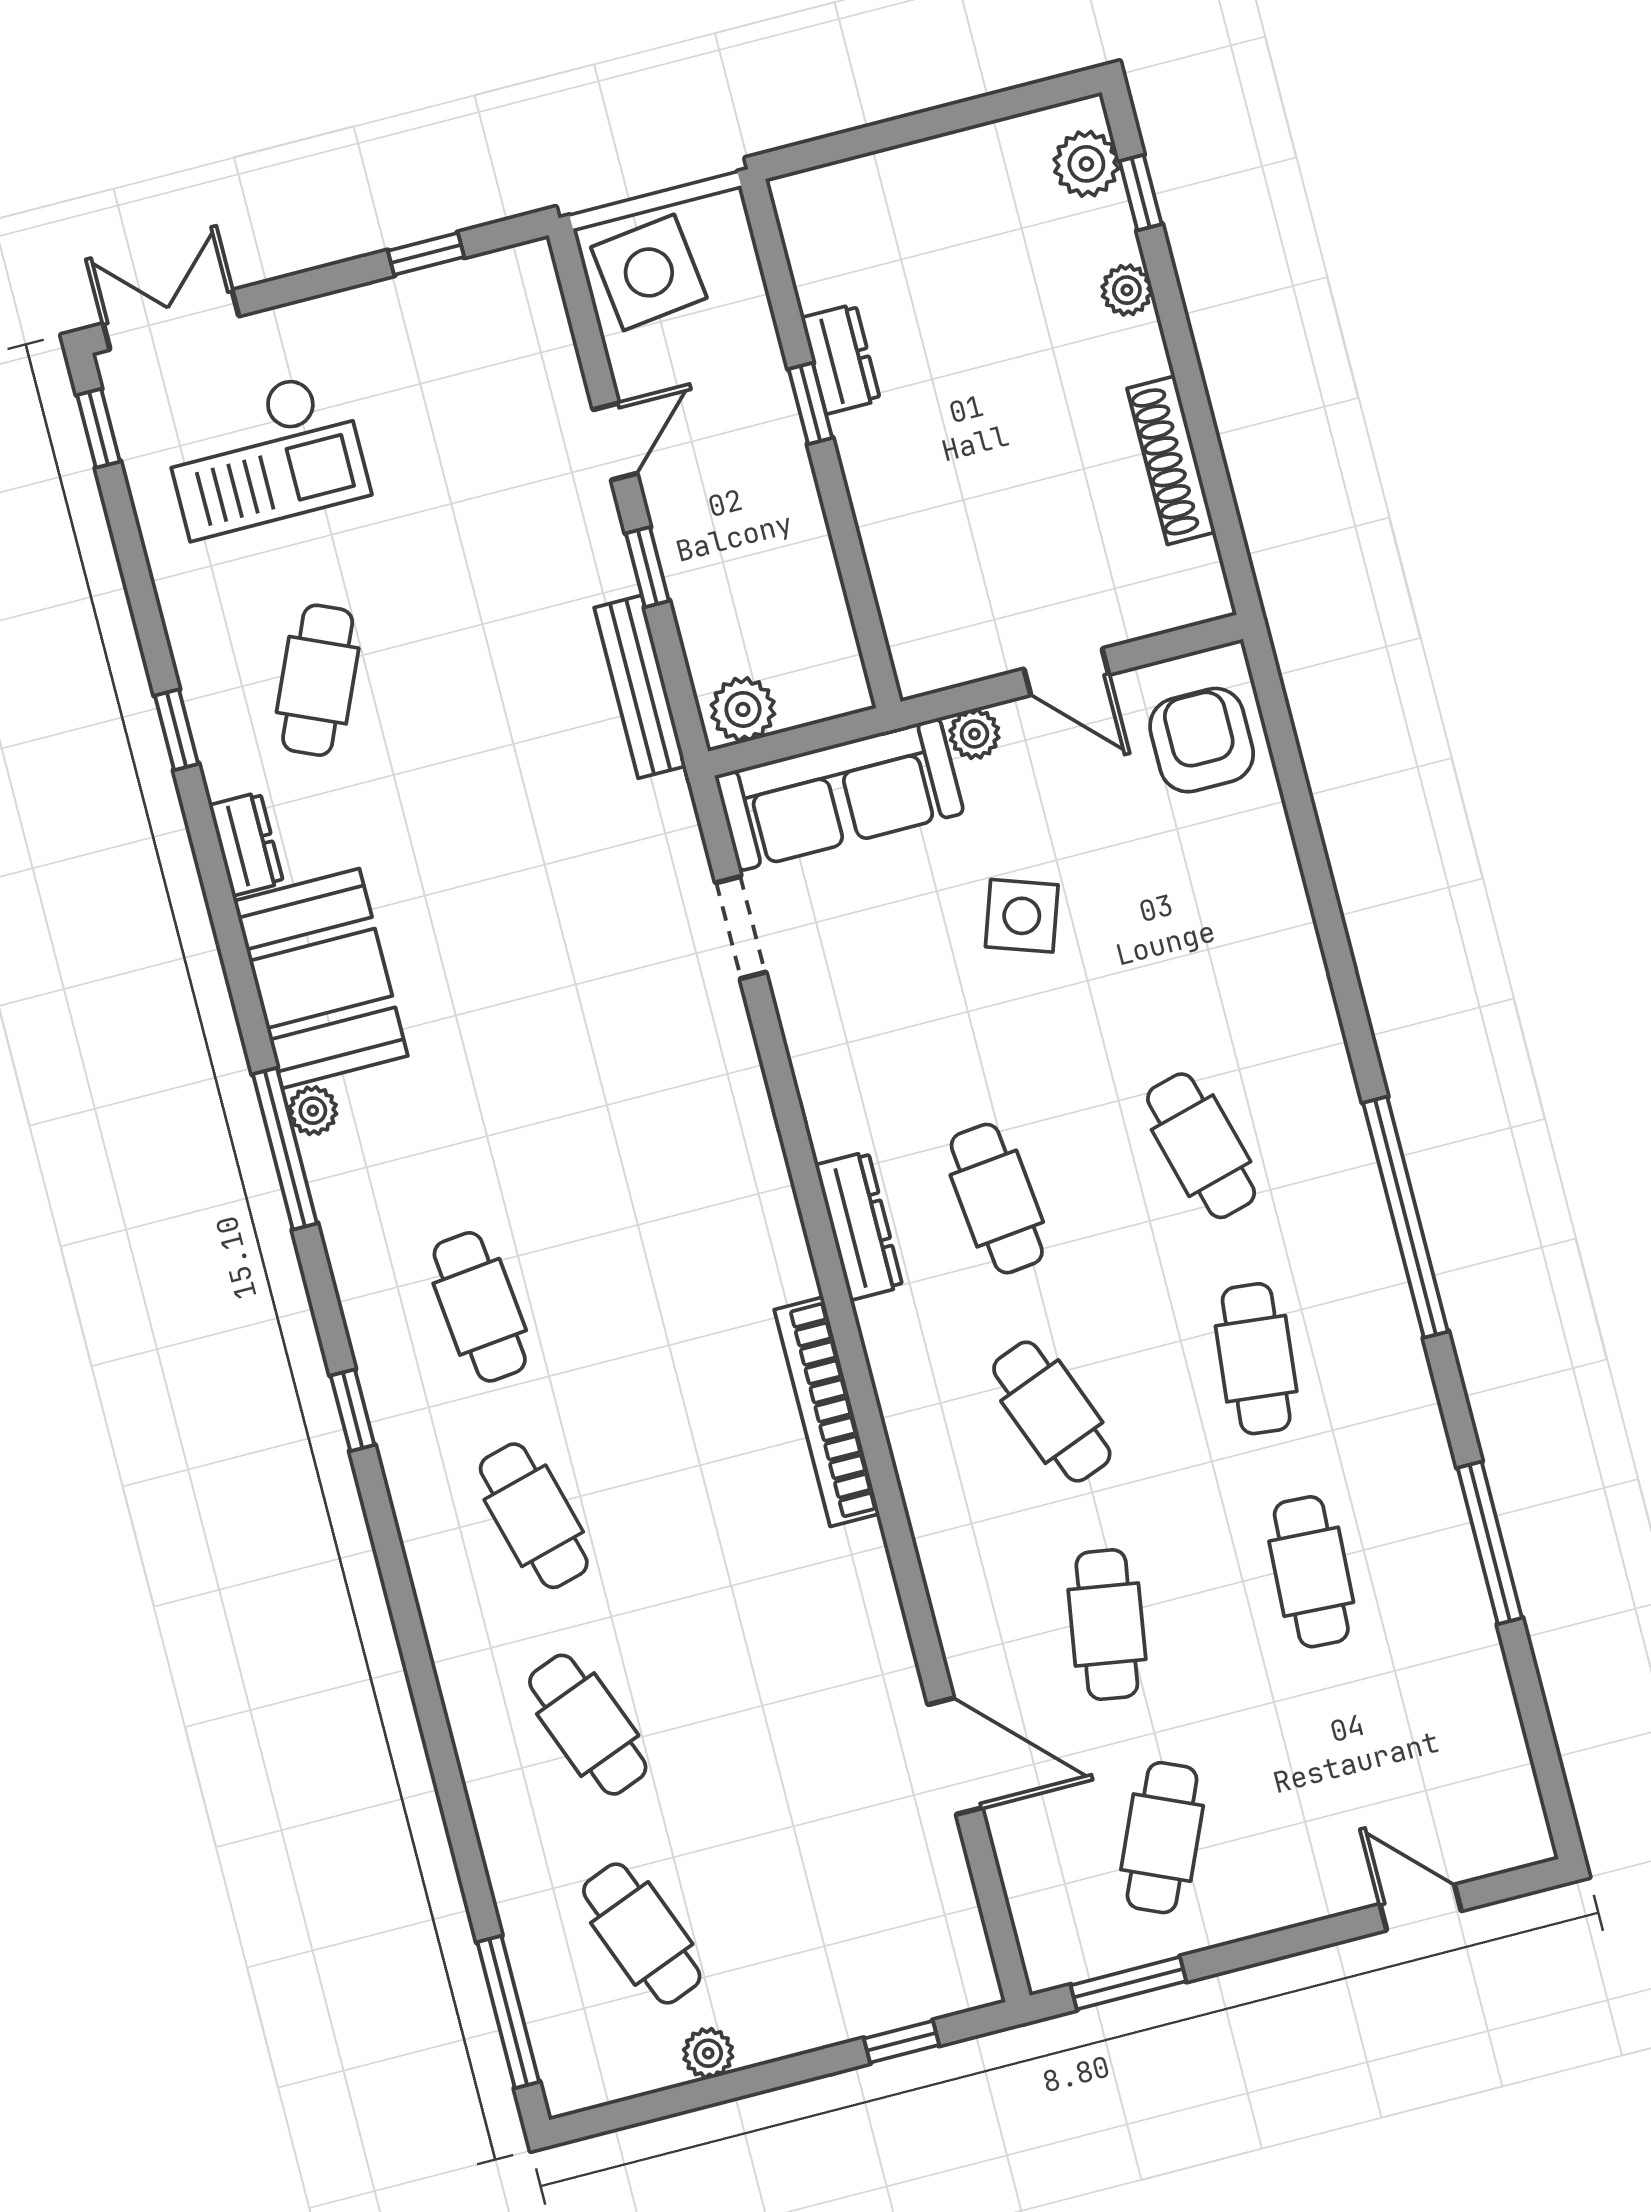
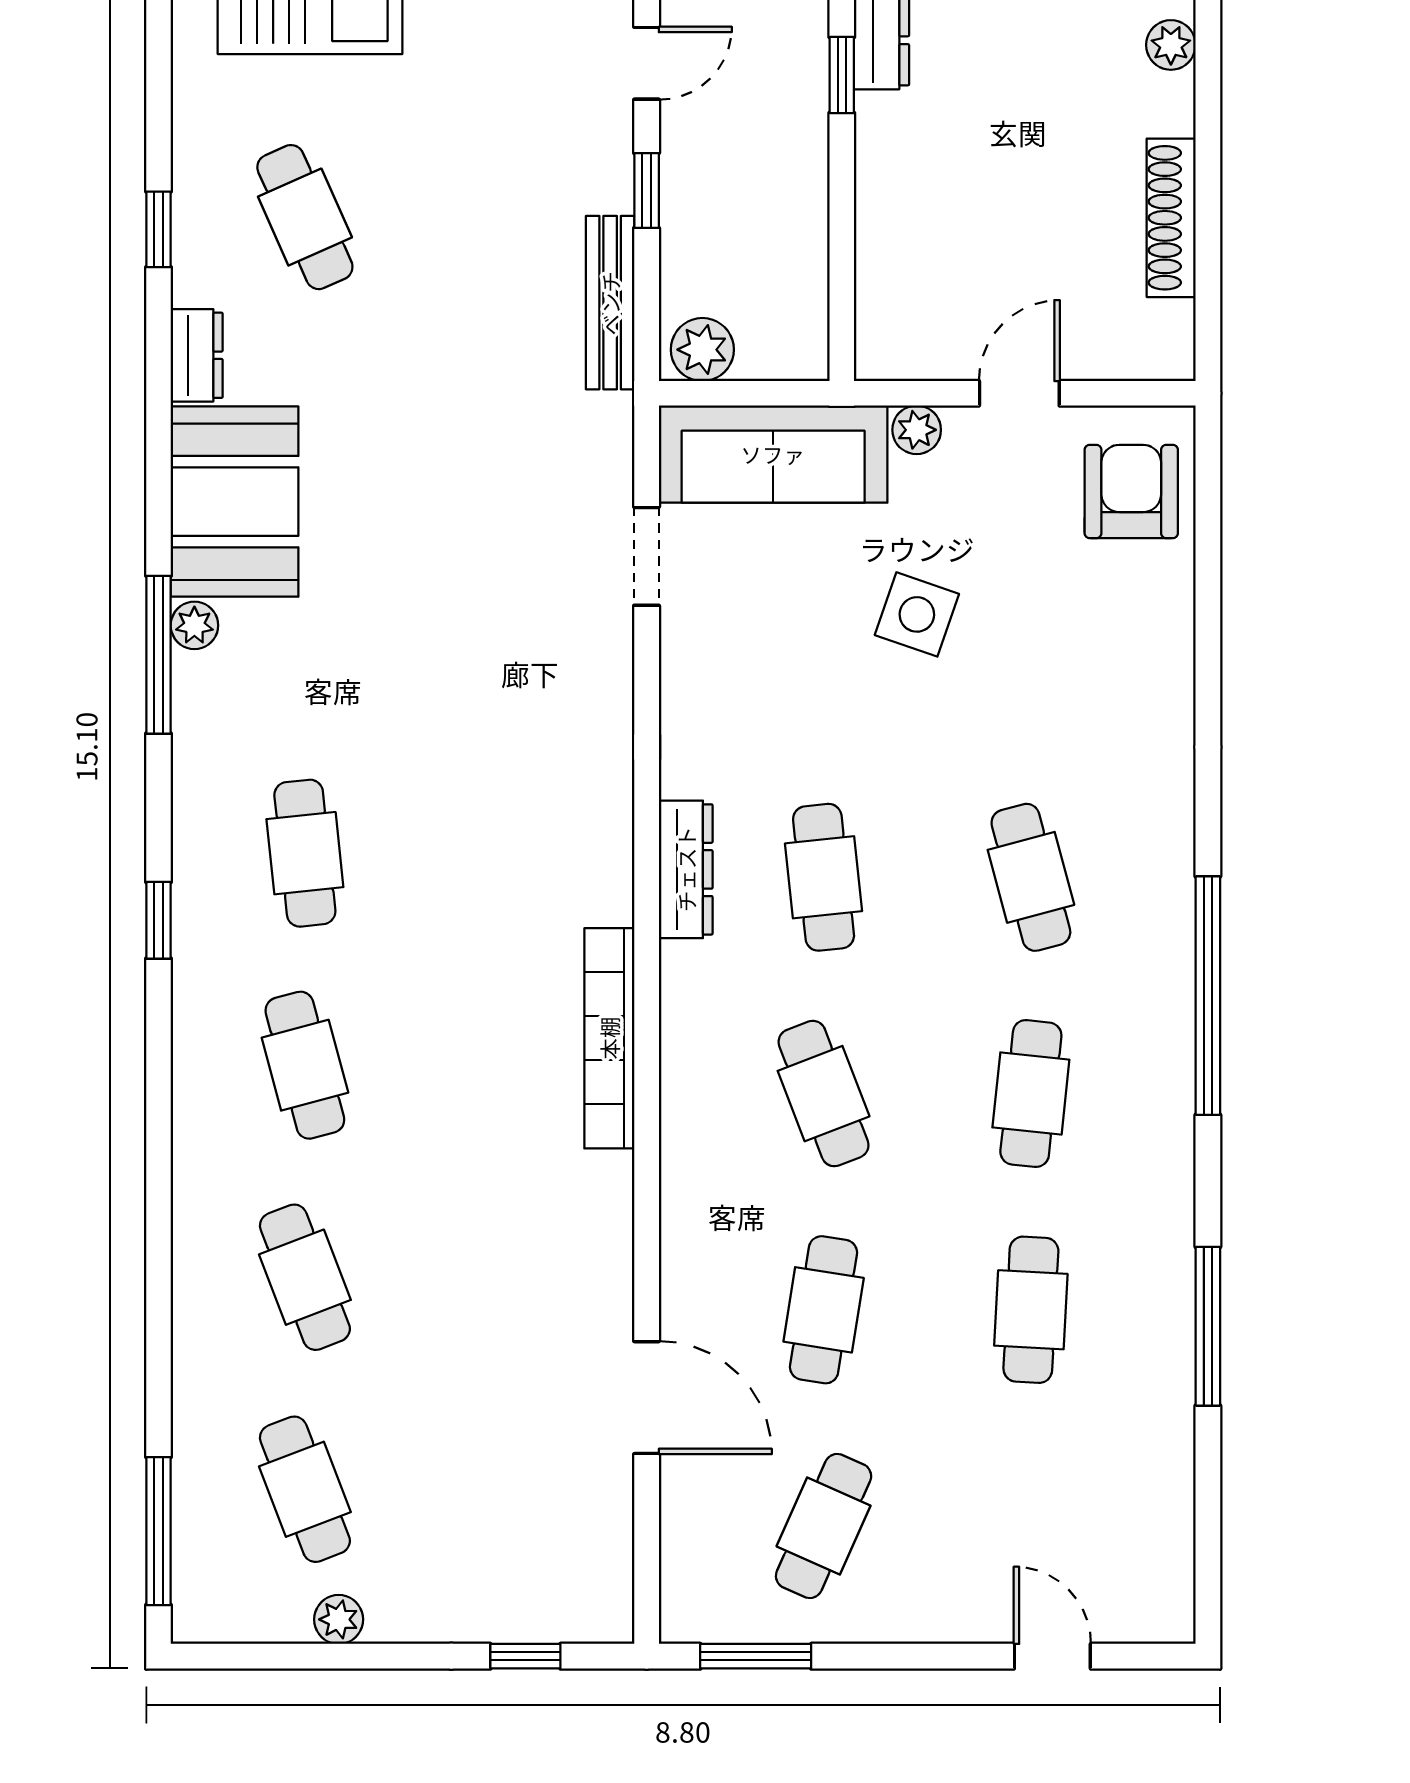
door: (1066, 672) -> (1019, 393), swing flipped
cafe table: (318, 680) -> (305, 217), turned -48

